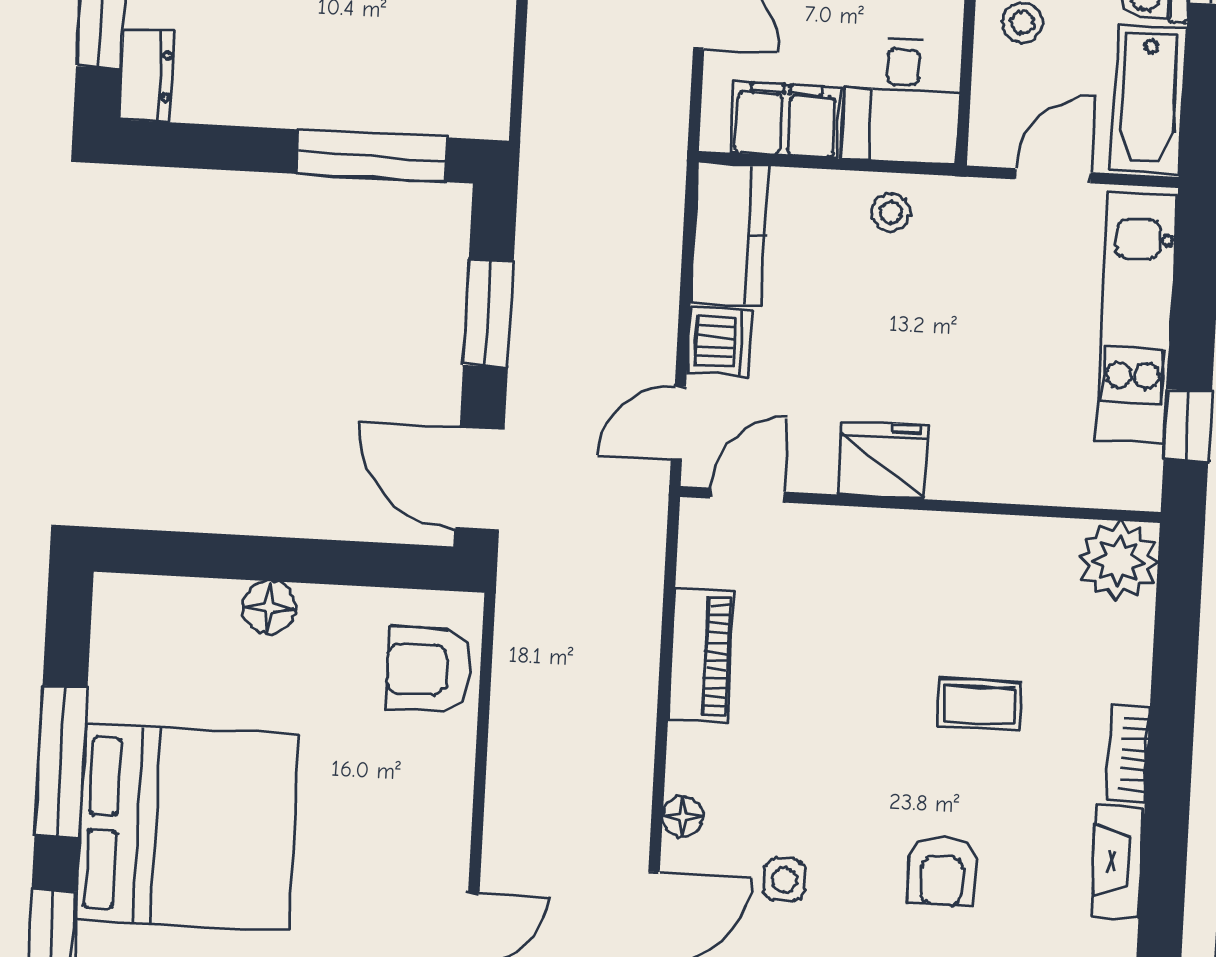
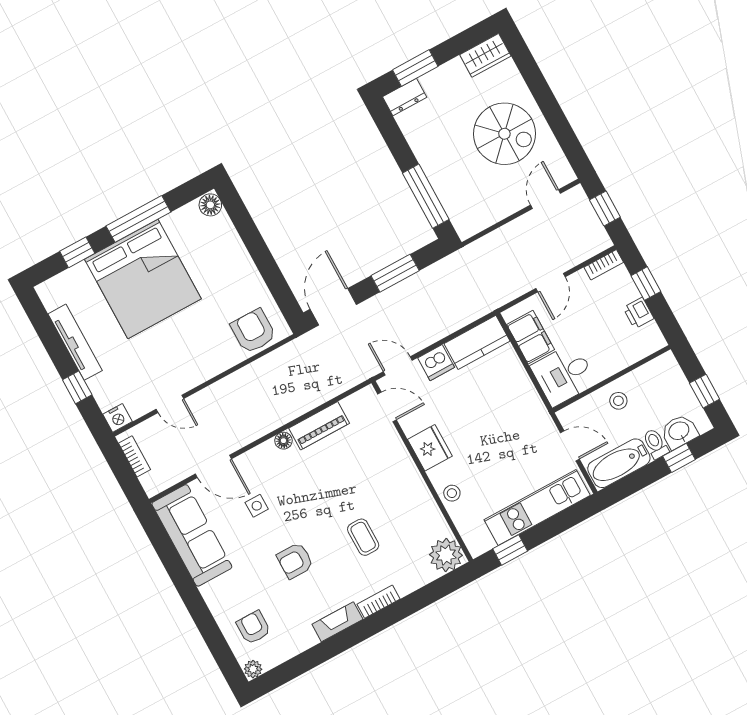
stool: (891, 212) -> (452, 493), moved
floor lamp: (269, 608) -> (210, 205), moved
floor lamp: (683, 817) -> (283, 441), moved

